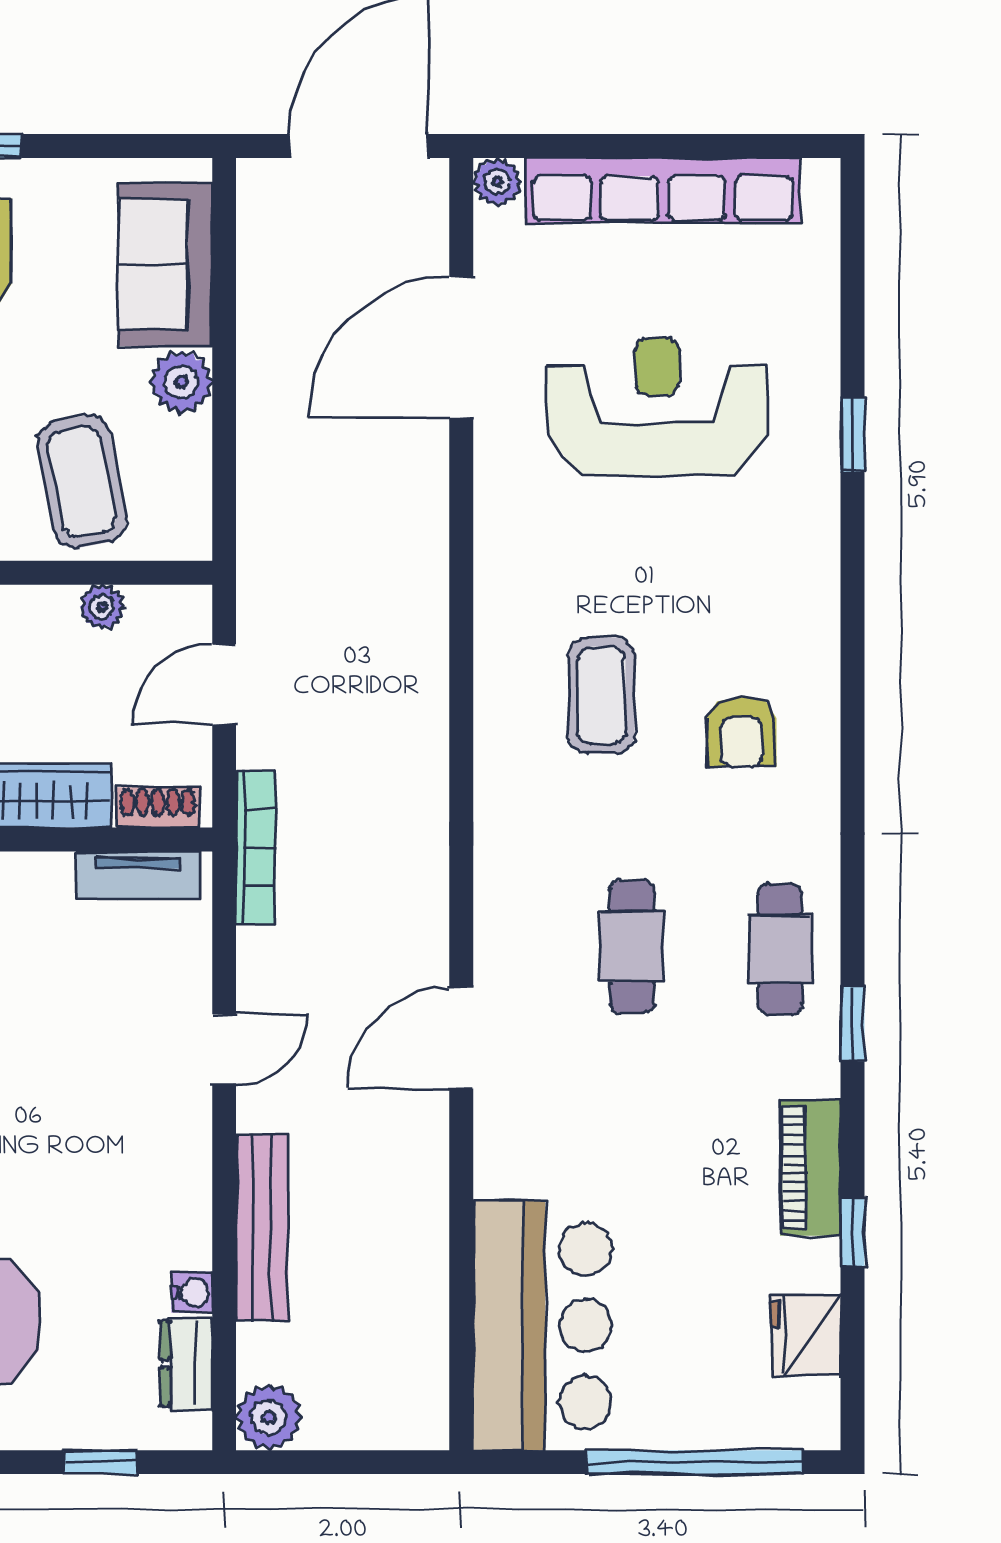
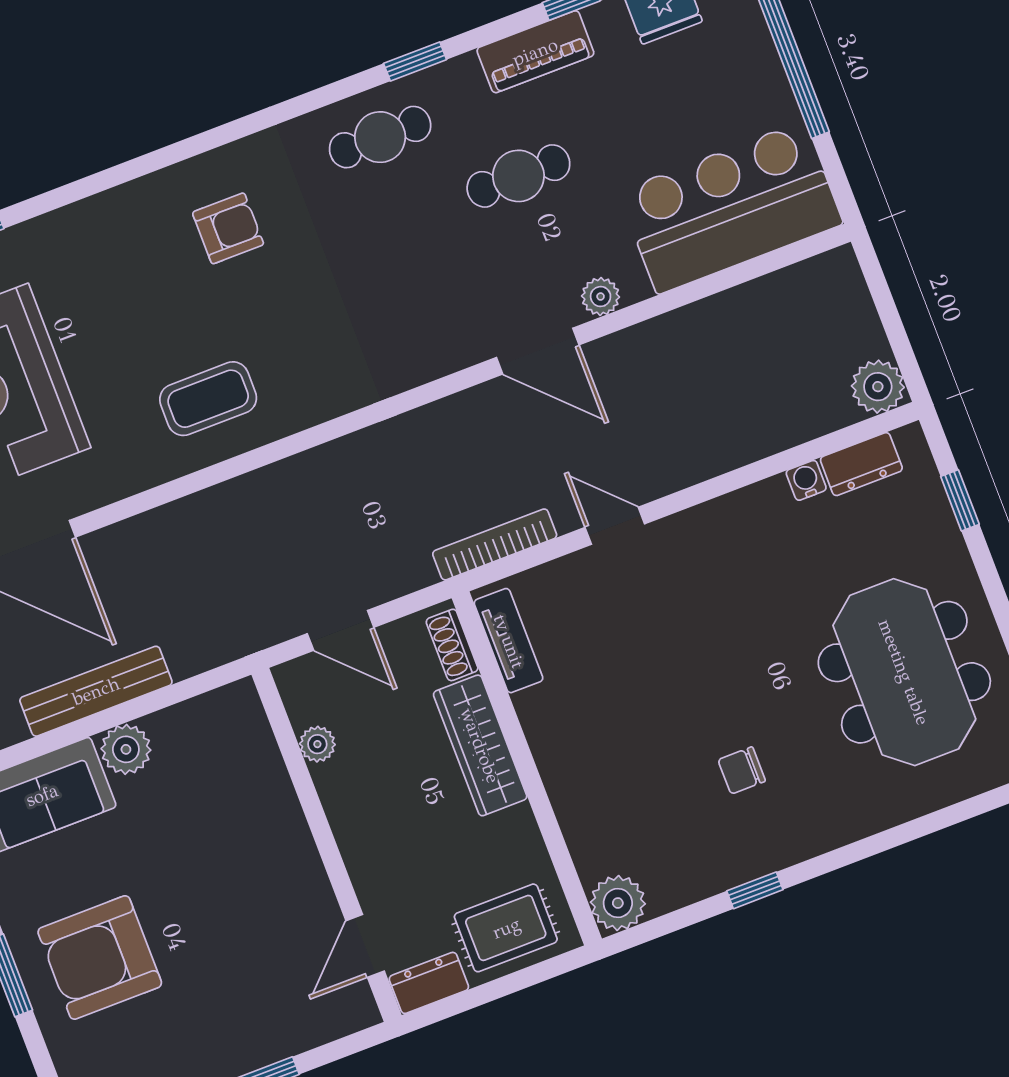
coffee table: (82, 482) -> (229, 795), removed
coffee table: (601, 695) -> (208, 399), moved
bookcase: (256, 848) -> (495, 544), moved
cafe table: (632, 947) -> (518, 176), moved
plant: (497, 1135) -> (601, 297), added
bench: (262, 1227) -> (96, 691), moved

